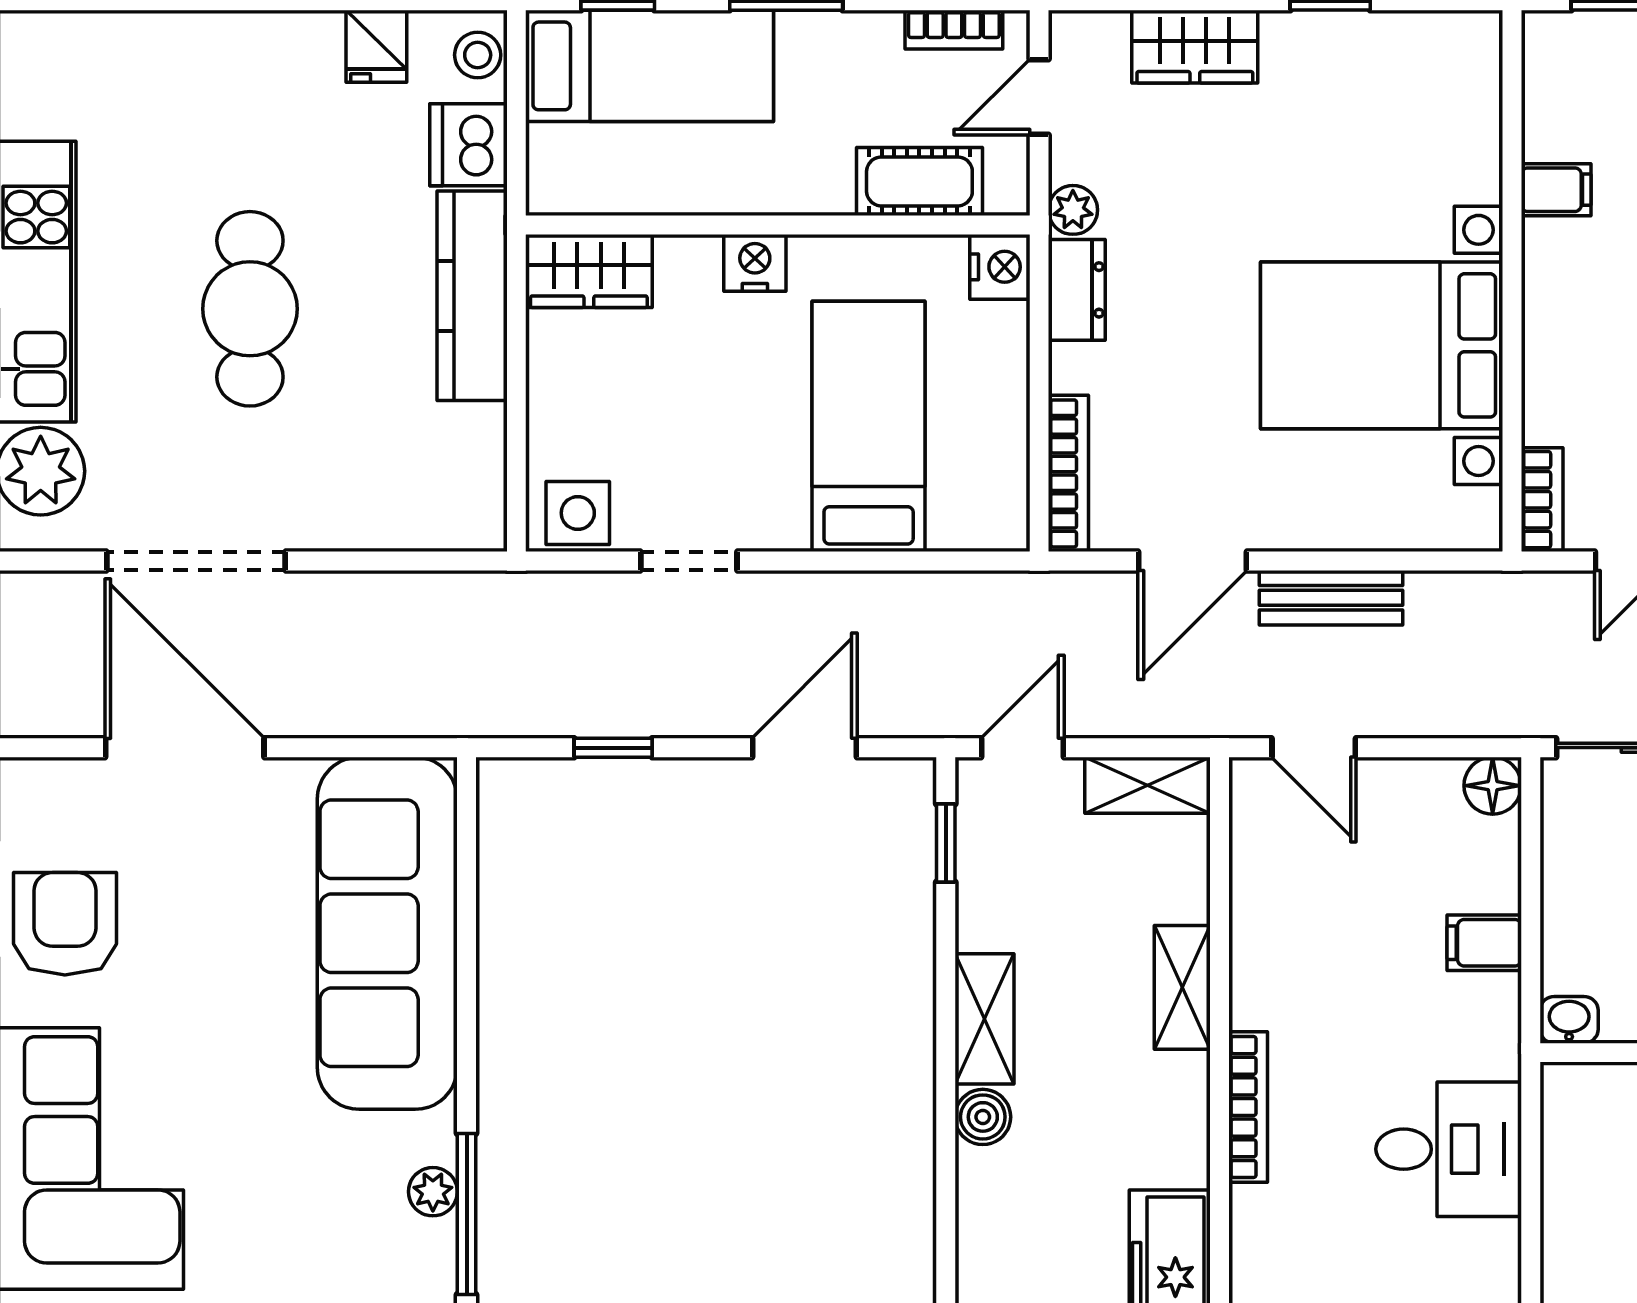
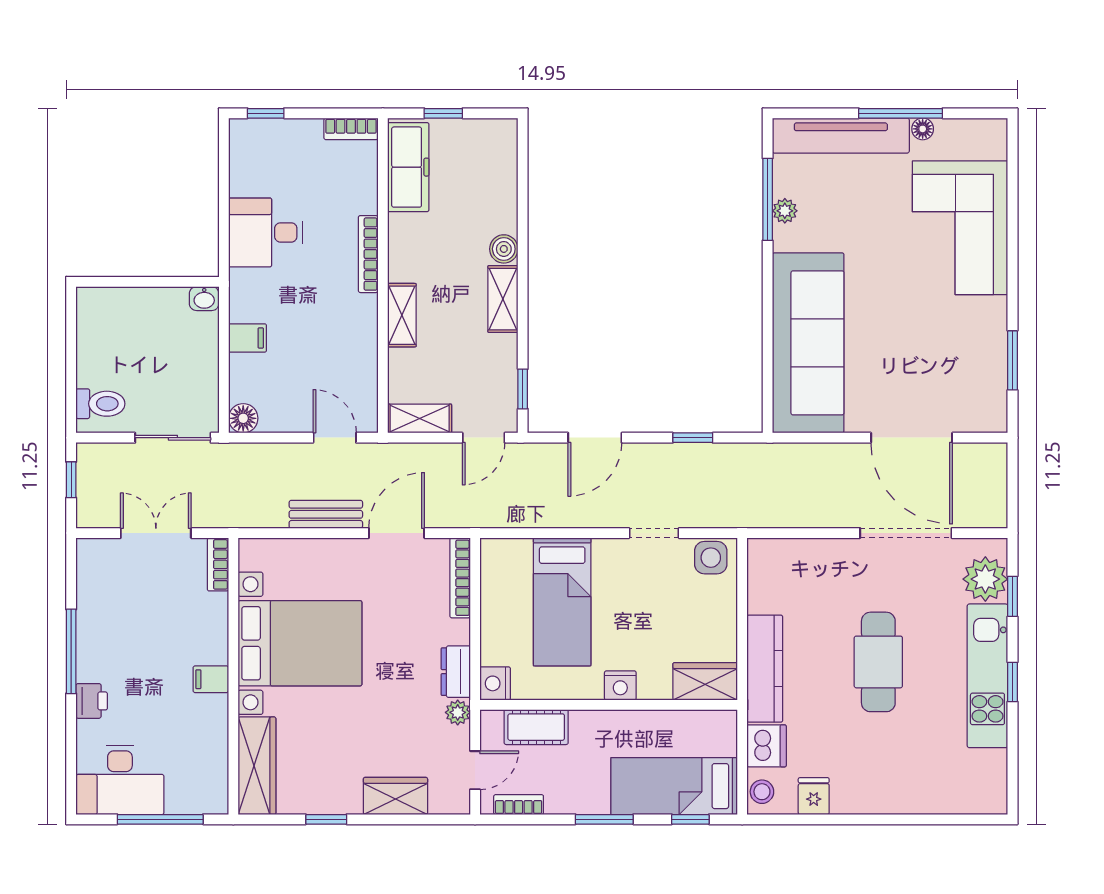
wardrobe: (1466, 106) -> (257, 766), added
filing cabinet: (1556, 190) -> (211, 679), moved
armchair: (65, 924) -> (973, 348), removed

